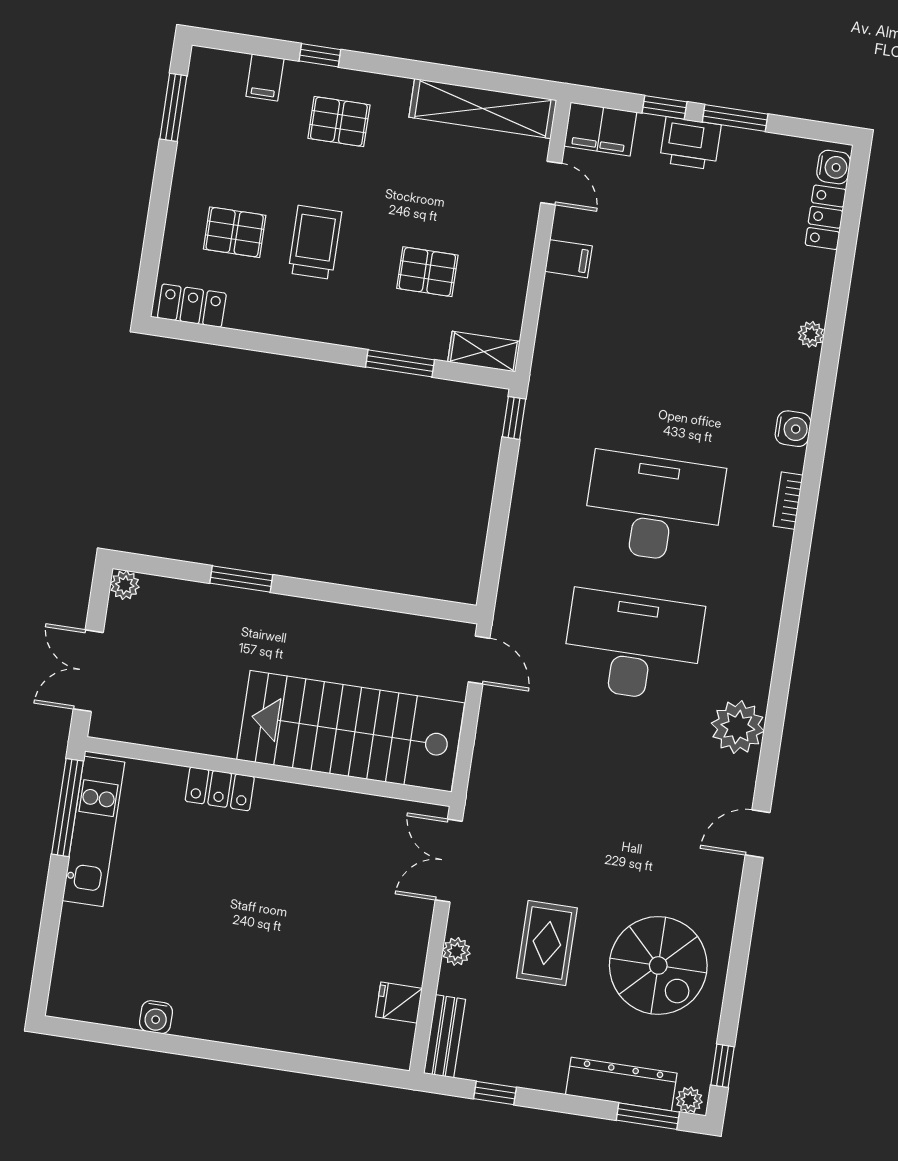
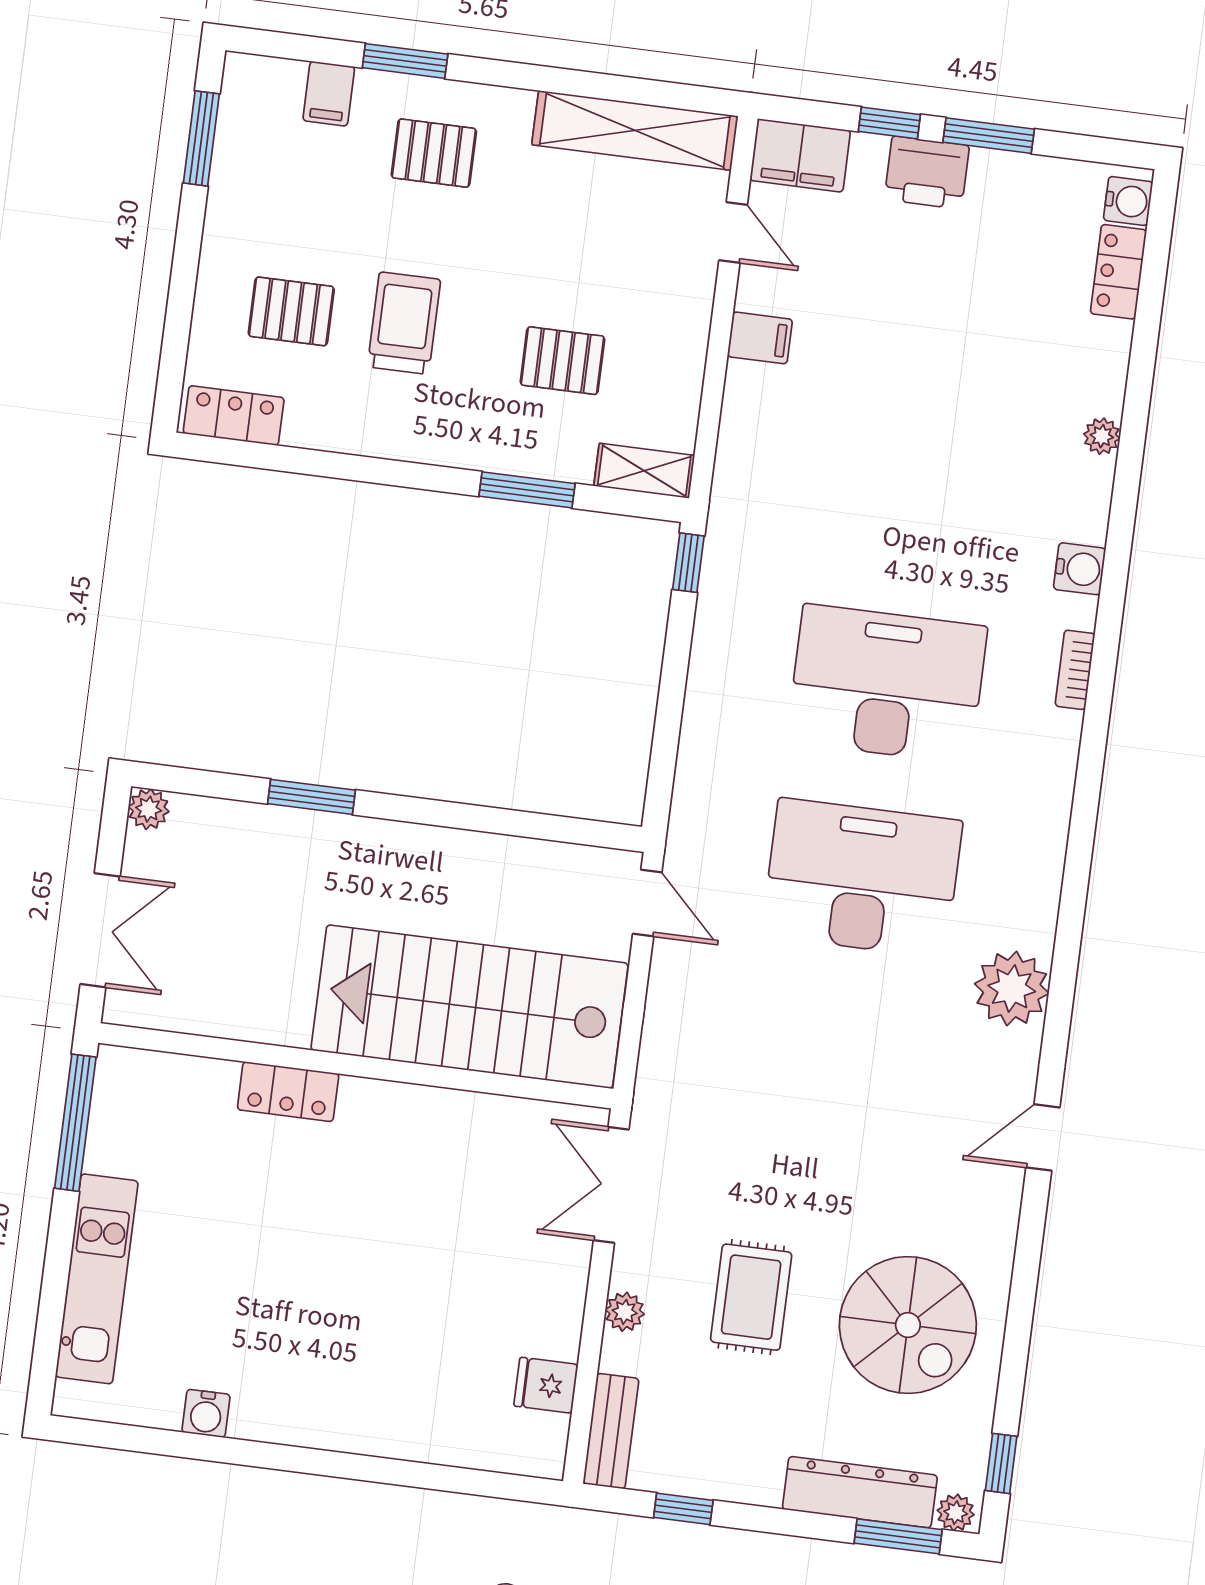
window: (320, 55) -> (405, 61), width x1.50
double door: (88, 671) -> (100, 930), swing flipped
kitchen unit: (93, 831) -> (97, 1279), moved

